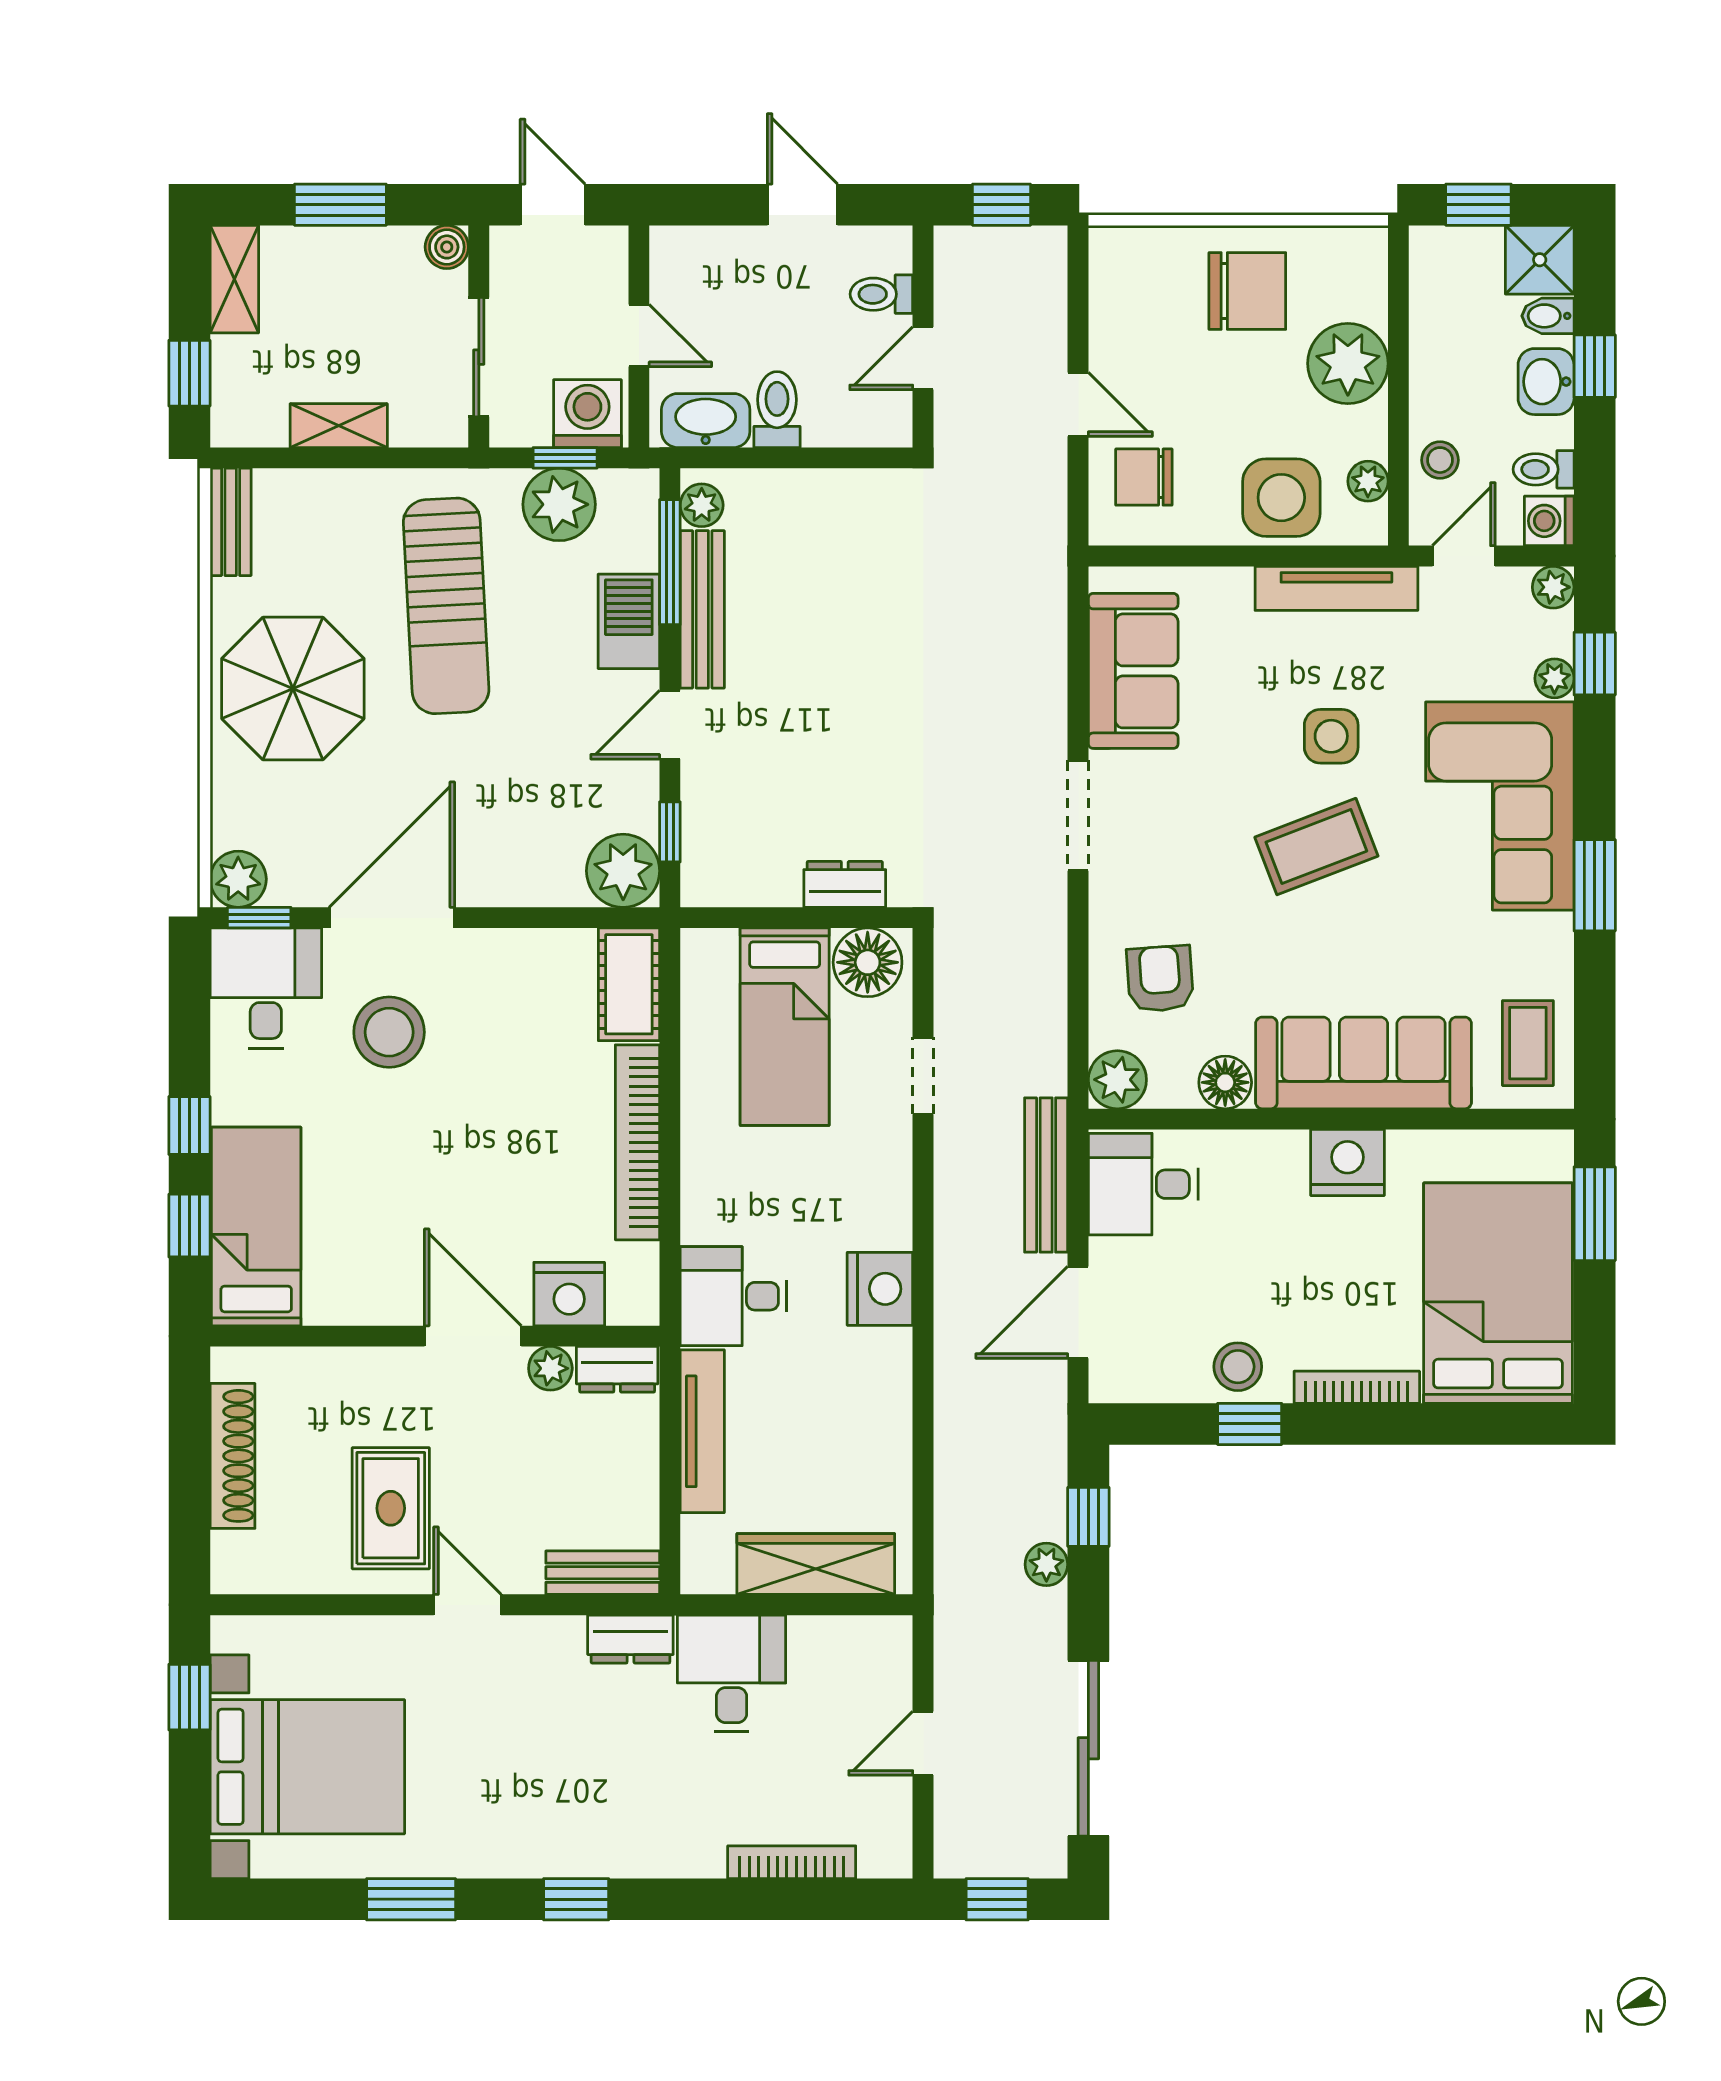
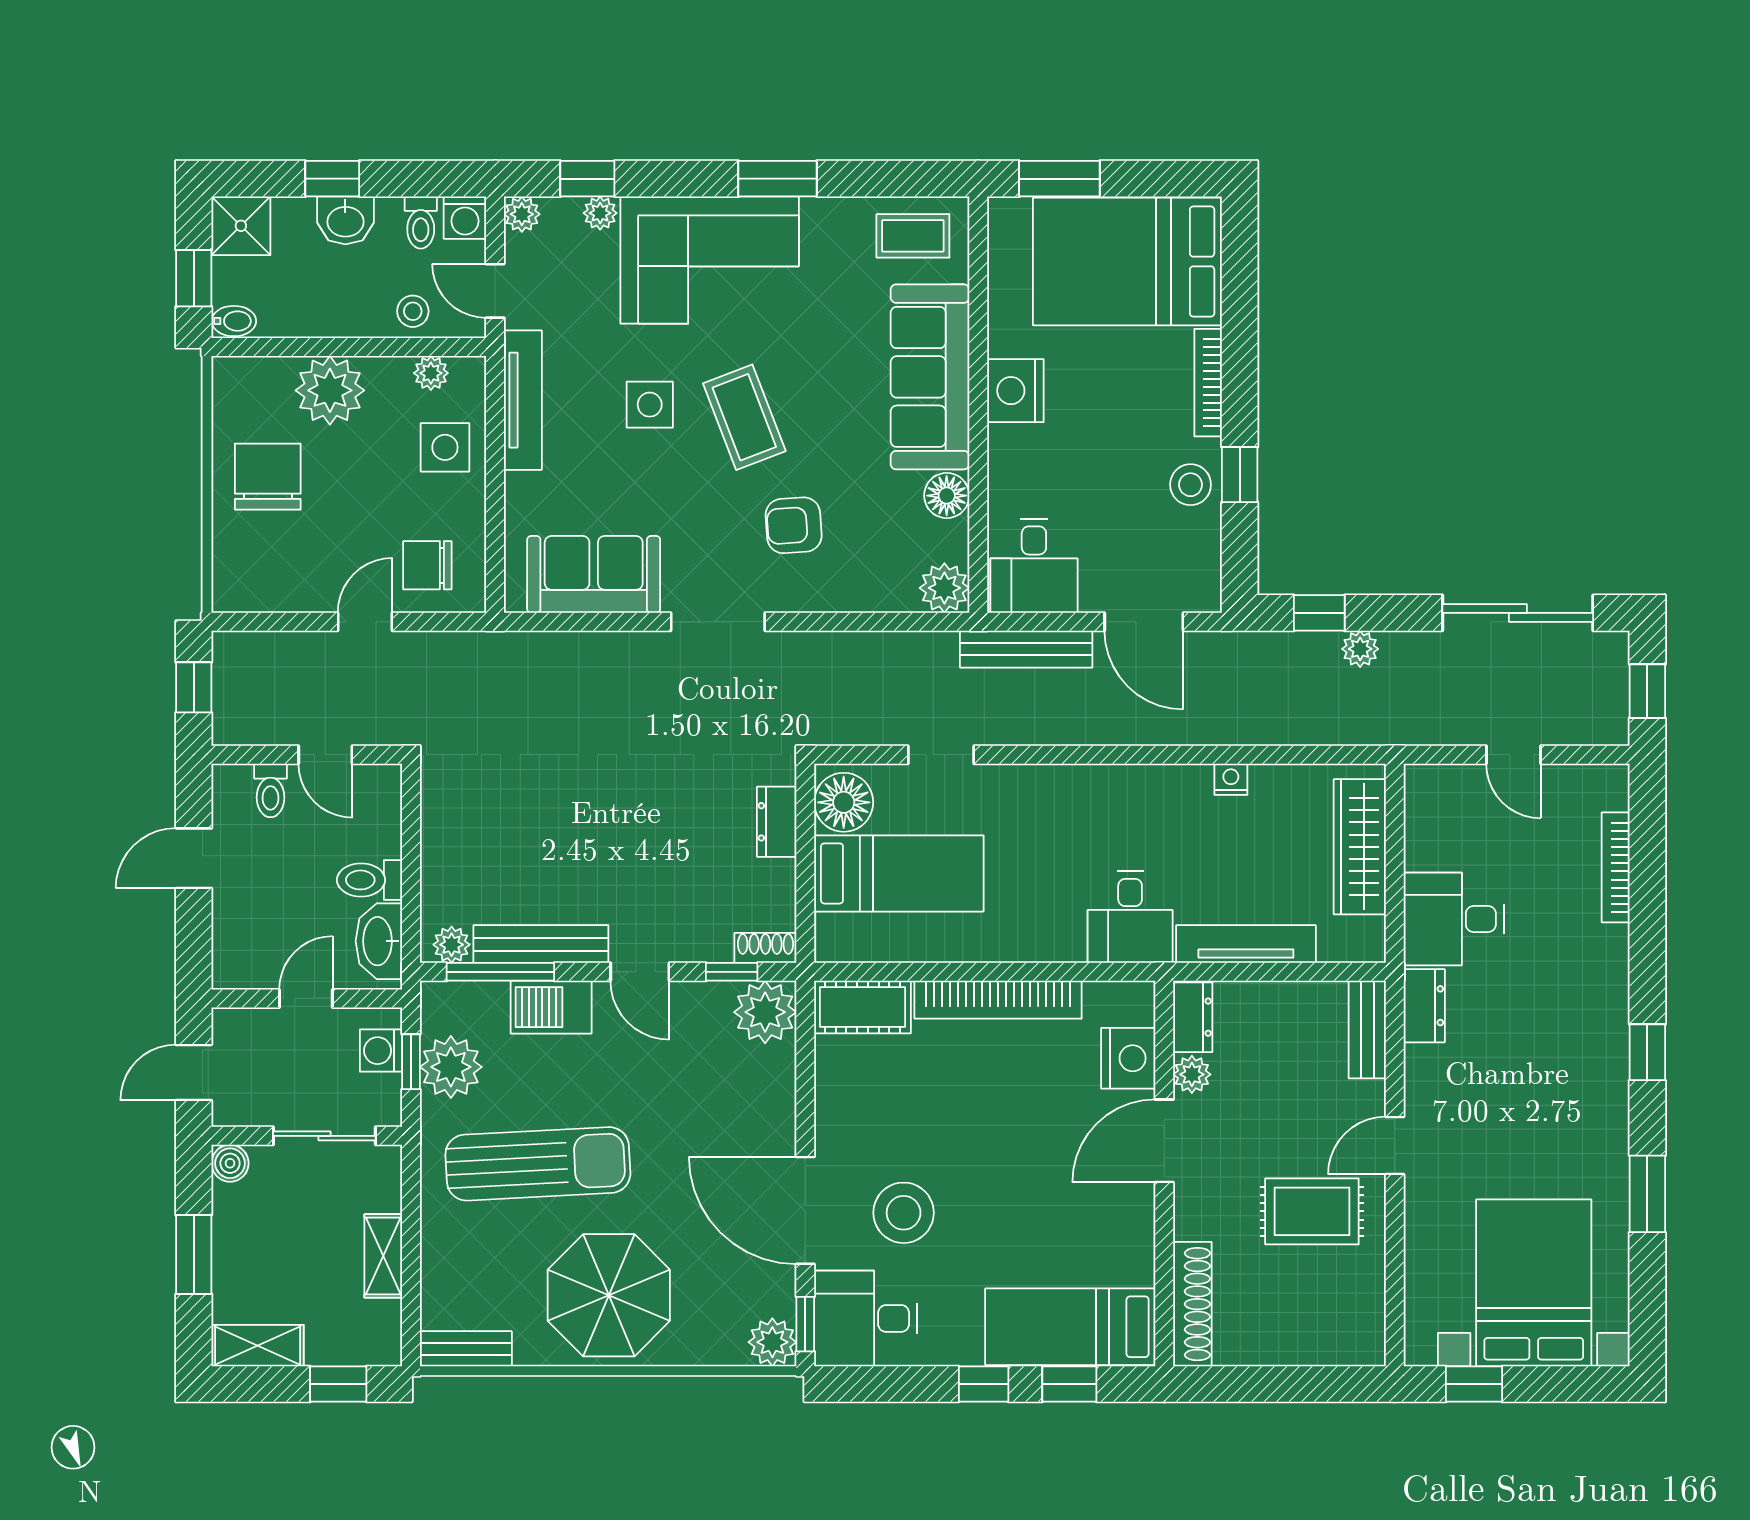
bidet: (1548, 316) -> (234, 321), moved, turned -90
washing machine: (587, 414) -> (381, 1051), width x0.73, depth x0.73
chair: (1144, 477) -> (427, 565), turned 90
side table: (1281, 498) -> (445, 447), width x0.73, depth x0.73
shoe rack: (698, 871) -> (765, 948), added
armchair: (1160, 979) -> (794, 525), moved
nightstand: (880, 1289) -> (1231, 779), moved, width x0.53, depth x0.56
shoe rack: (232, 1456) -> (1192, 1304), moved, turned 90

